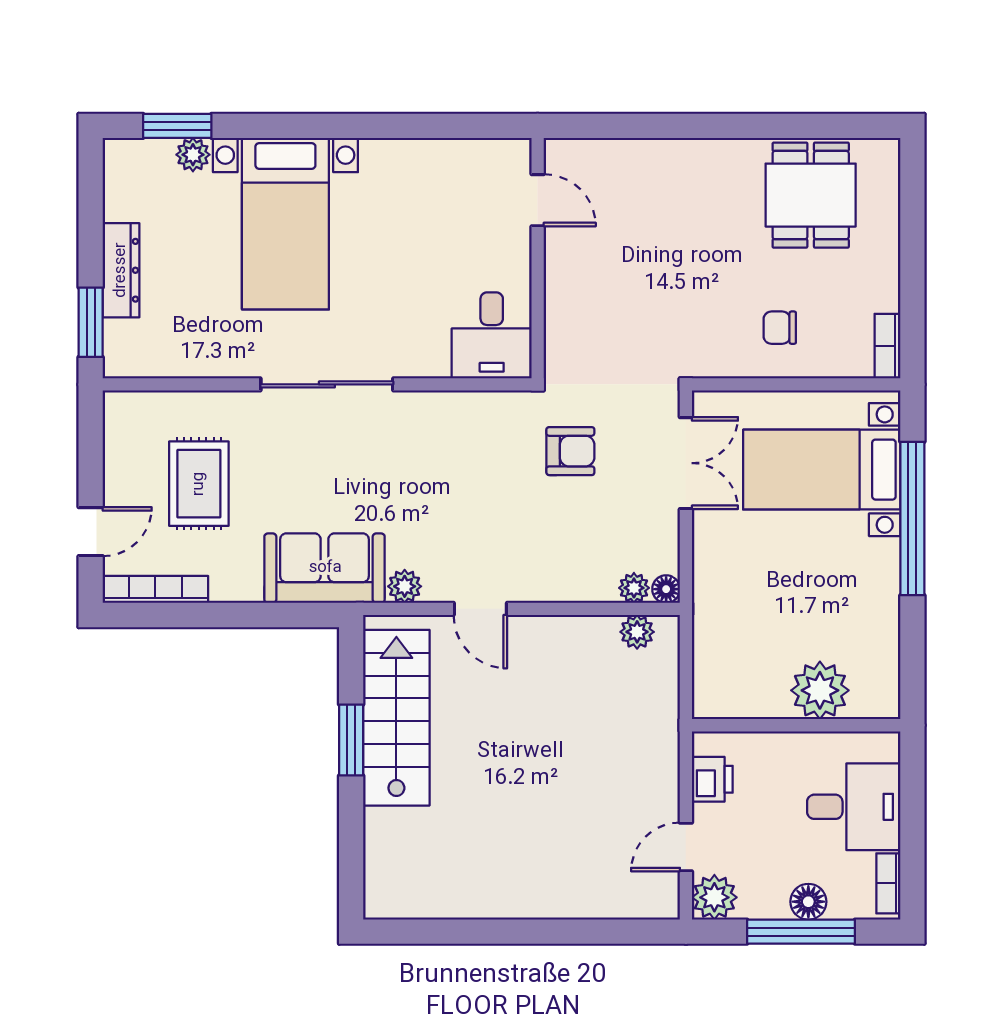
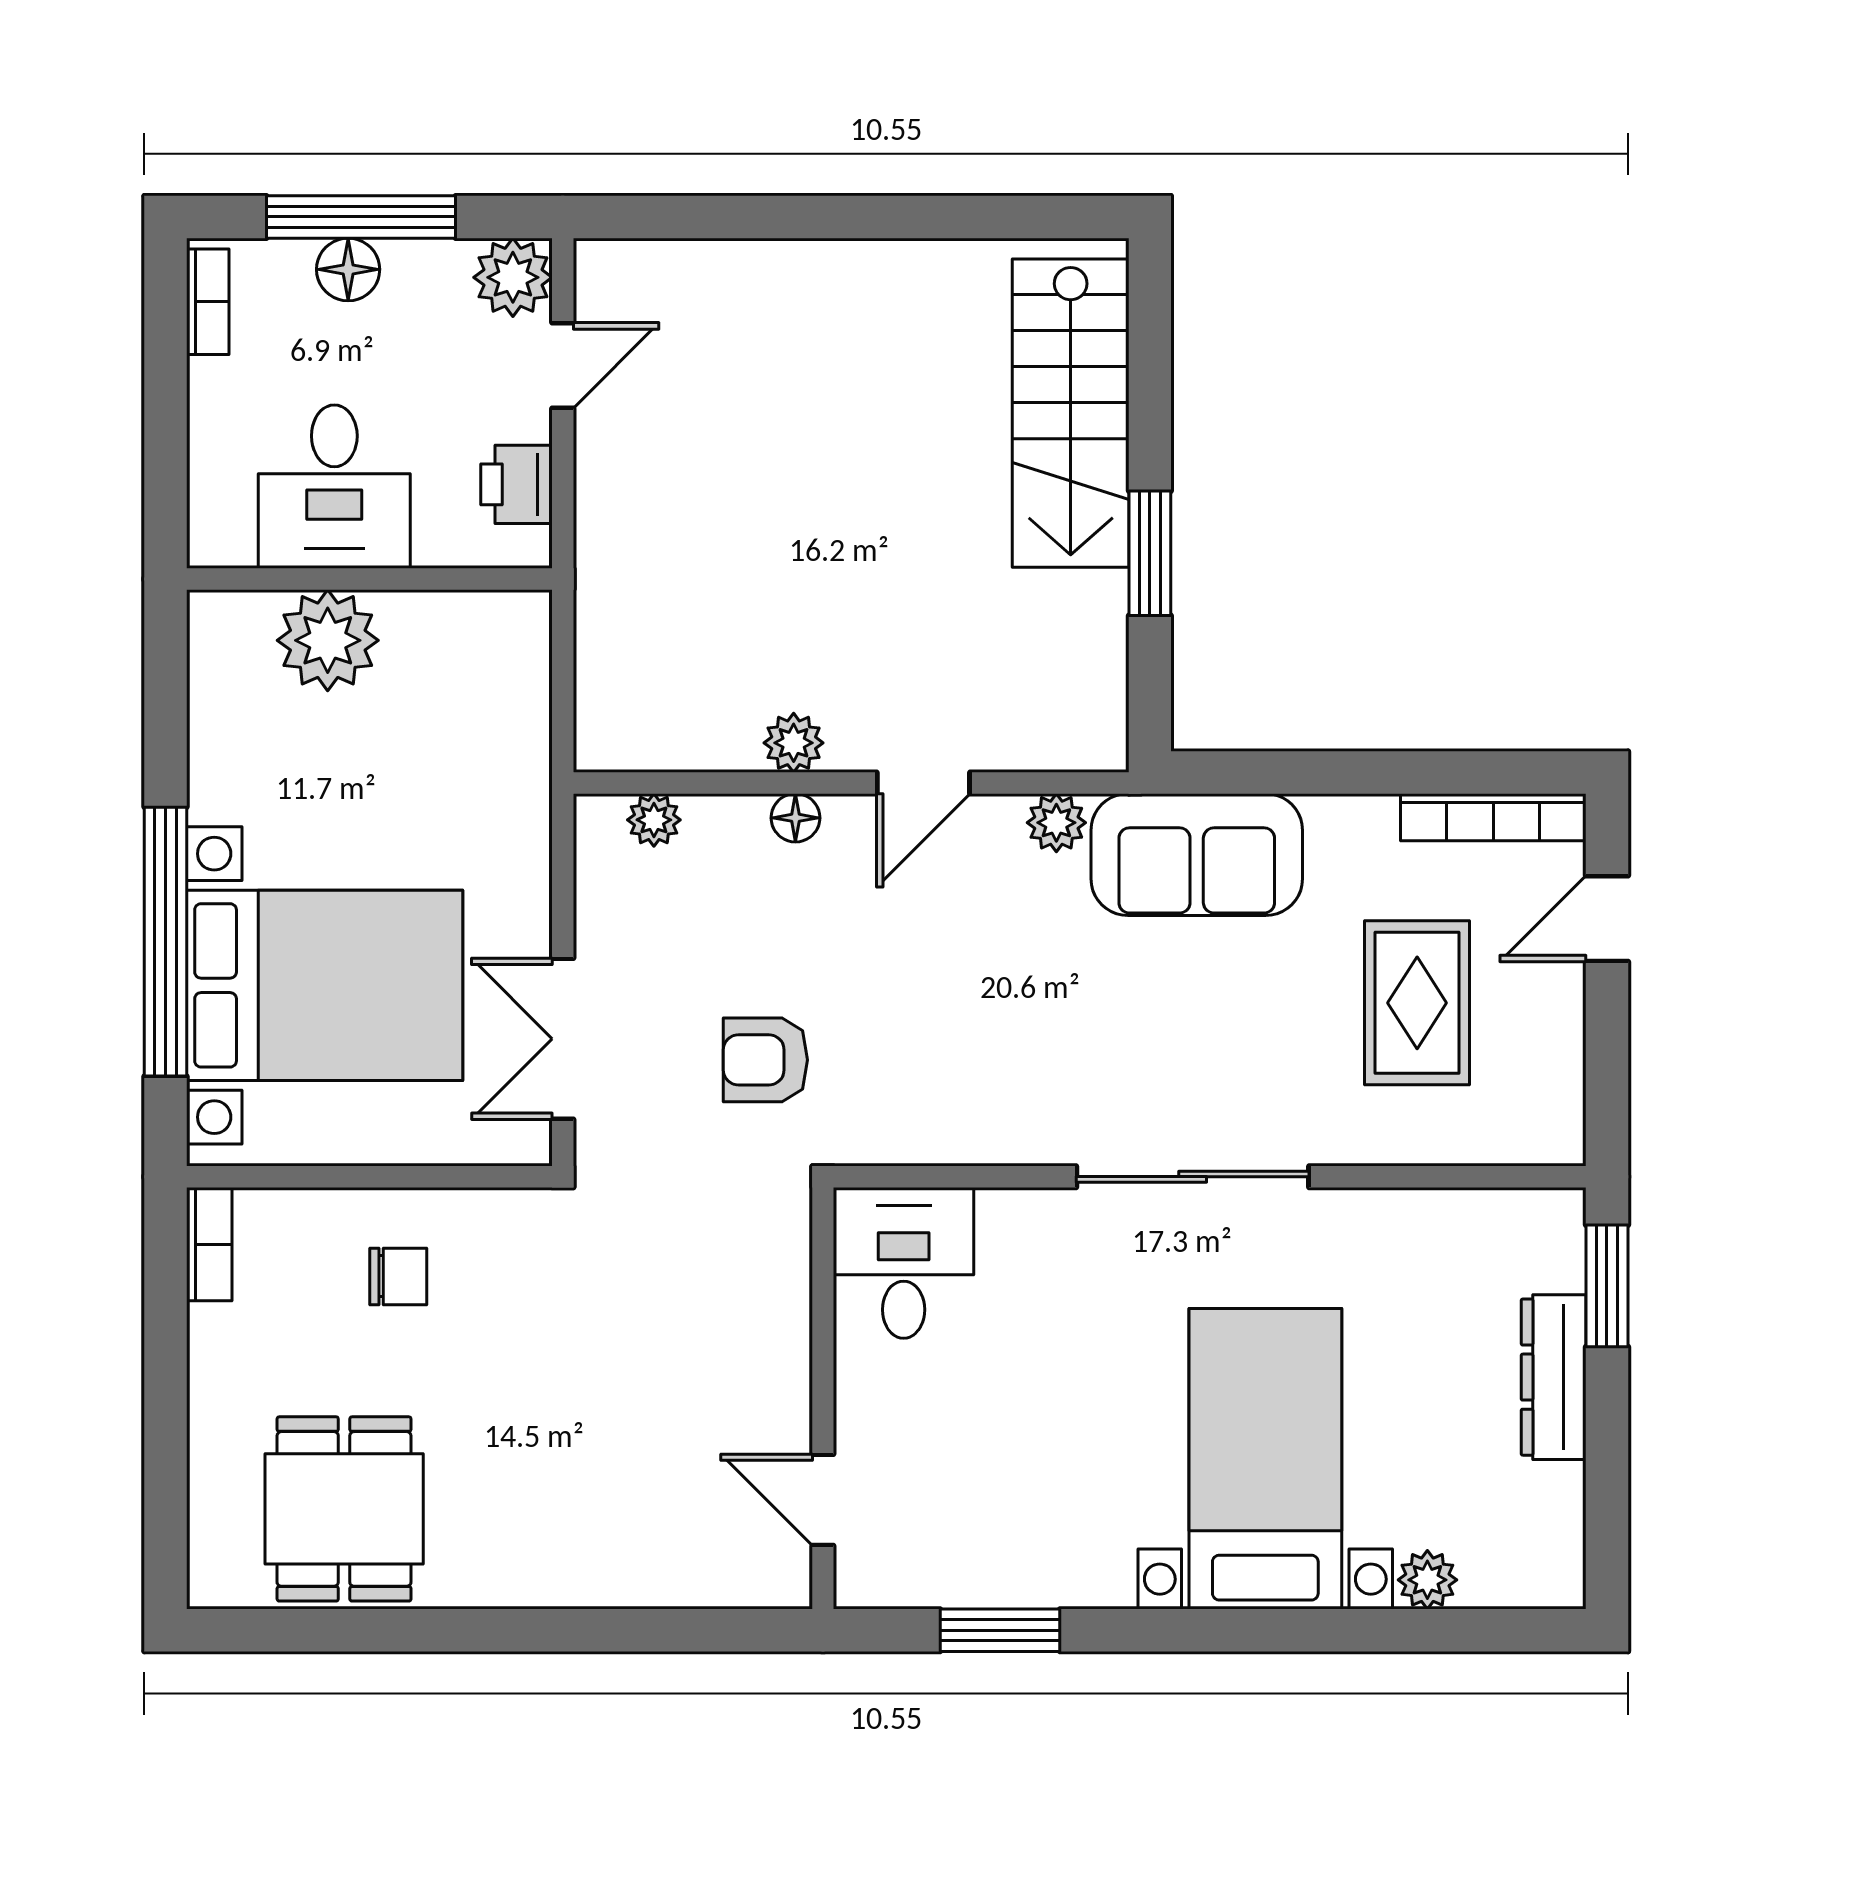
window: (177, 126) -> (1000, 1630), moved
bed with nightstands: (822, 470) -> (325, 985), width x1.36
floor lamp: (666, 589) -> (795, 818), moved
door: (480, 609) -> (923, 783), swing flipped
plant: (637, 632) -> (794, 743), moved
stairs: (396, 718) -> (1071, 413), moved
desk: (854, 807) -> (334, 487), moved, turned -90

